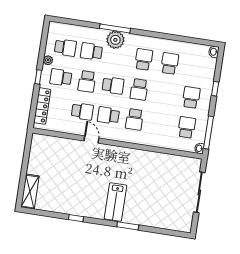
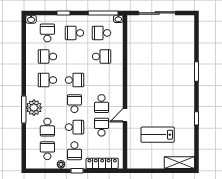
school desk: (196, 67) -> (47, 33), added
school desk: (134, 119) -> (102, 56), moved
lab bench: (116, 202) -> (158, 135), moved, turned 180

